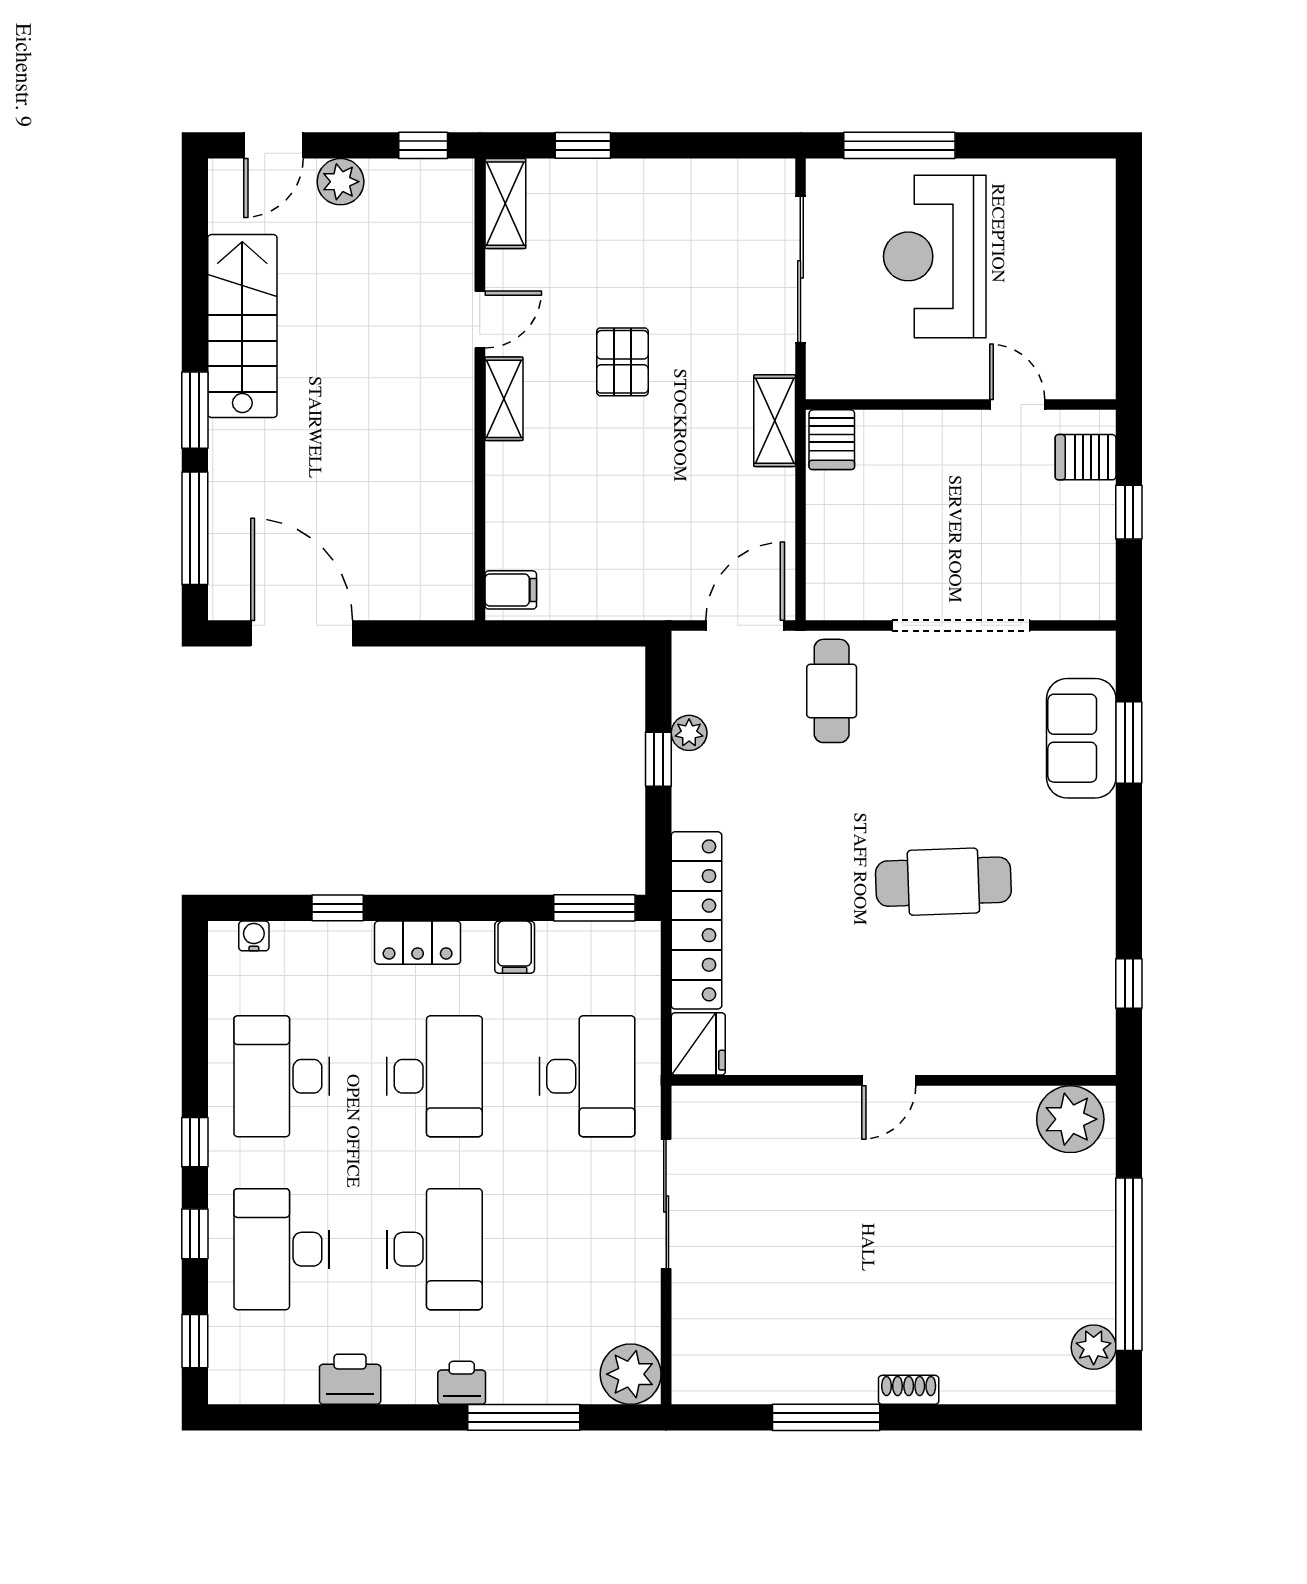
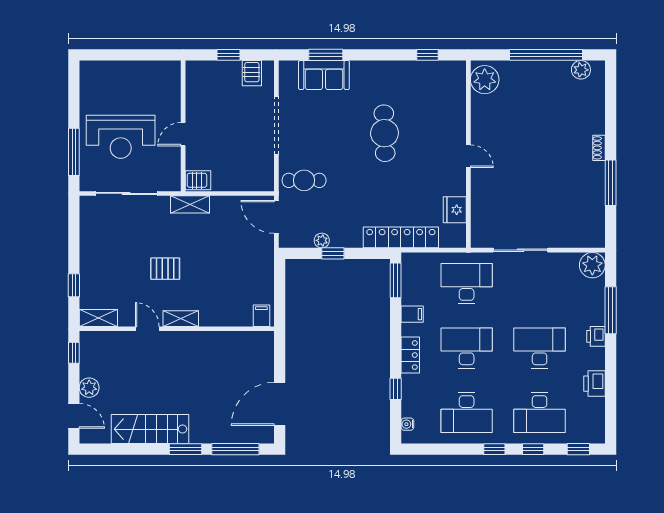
door: (1017, 405) -> (183, 134), moved
server rack: (1086, 457) -> (252, 73), moved
fridge: (698, 1044) -> (455, 210), moved, turned -90

